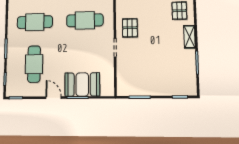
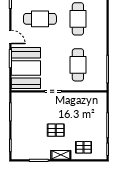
pallet: (130, 28) -> (56, 130), moved
booth: (82, 84) -> (26, 68), width x1.36, depth x1.42
door: (54, 98) -> (10, 37), hinge flipped

